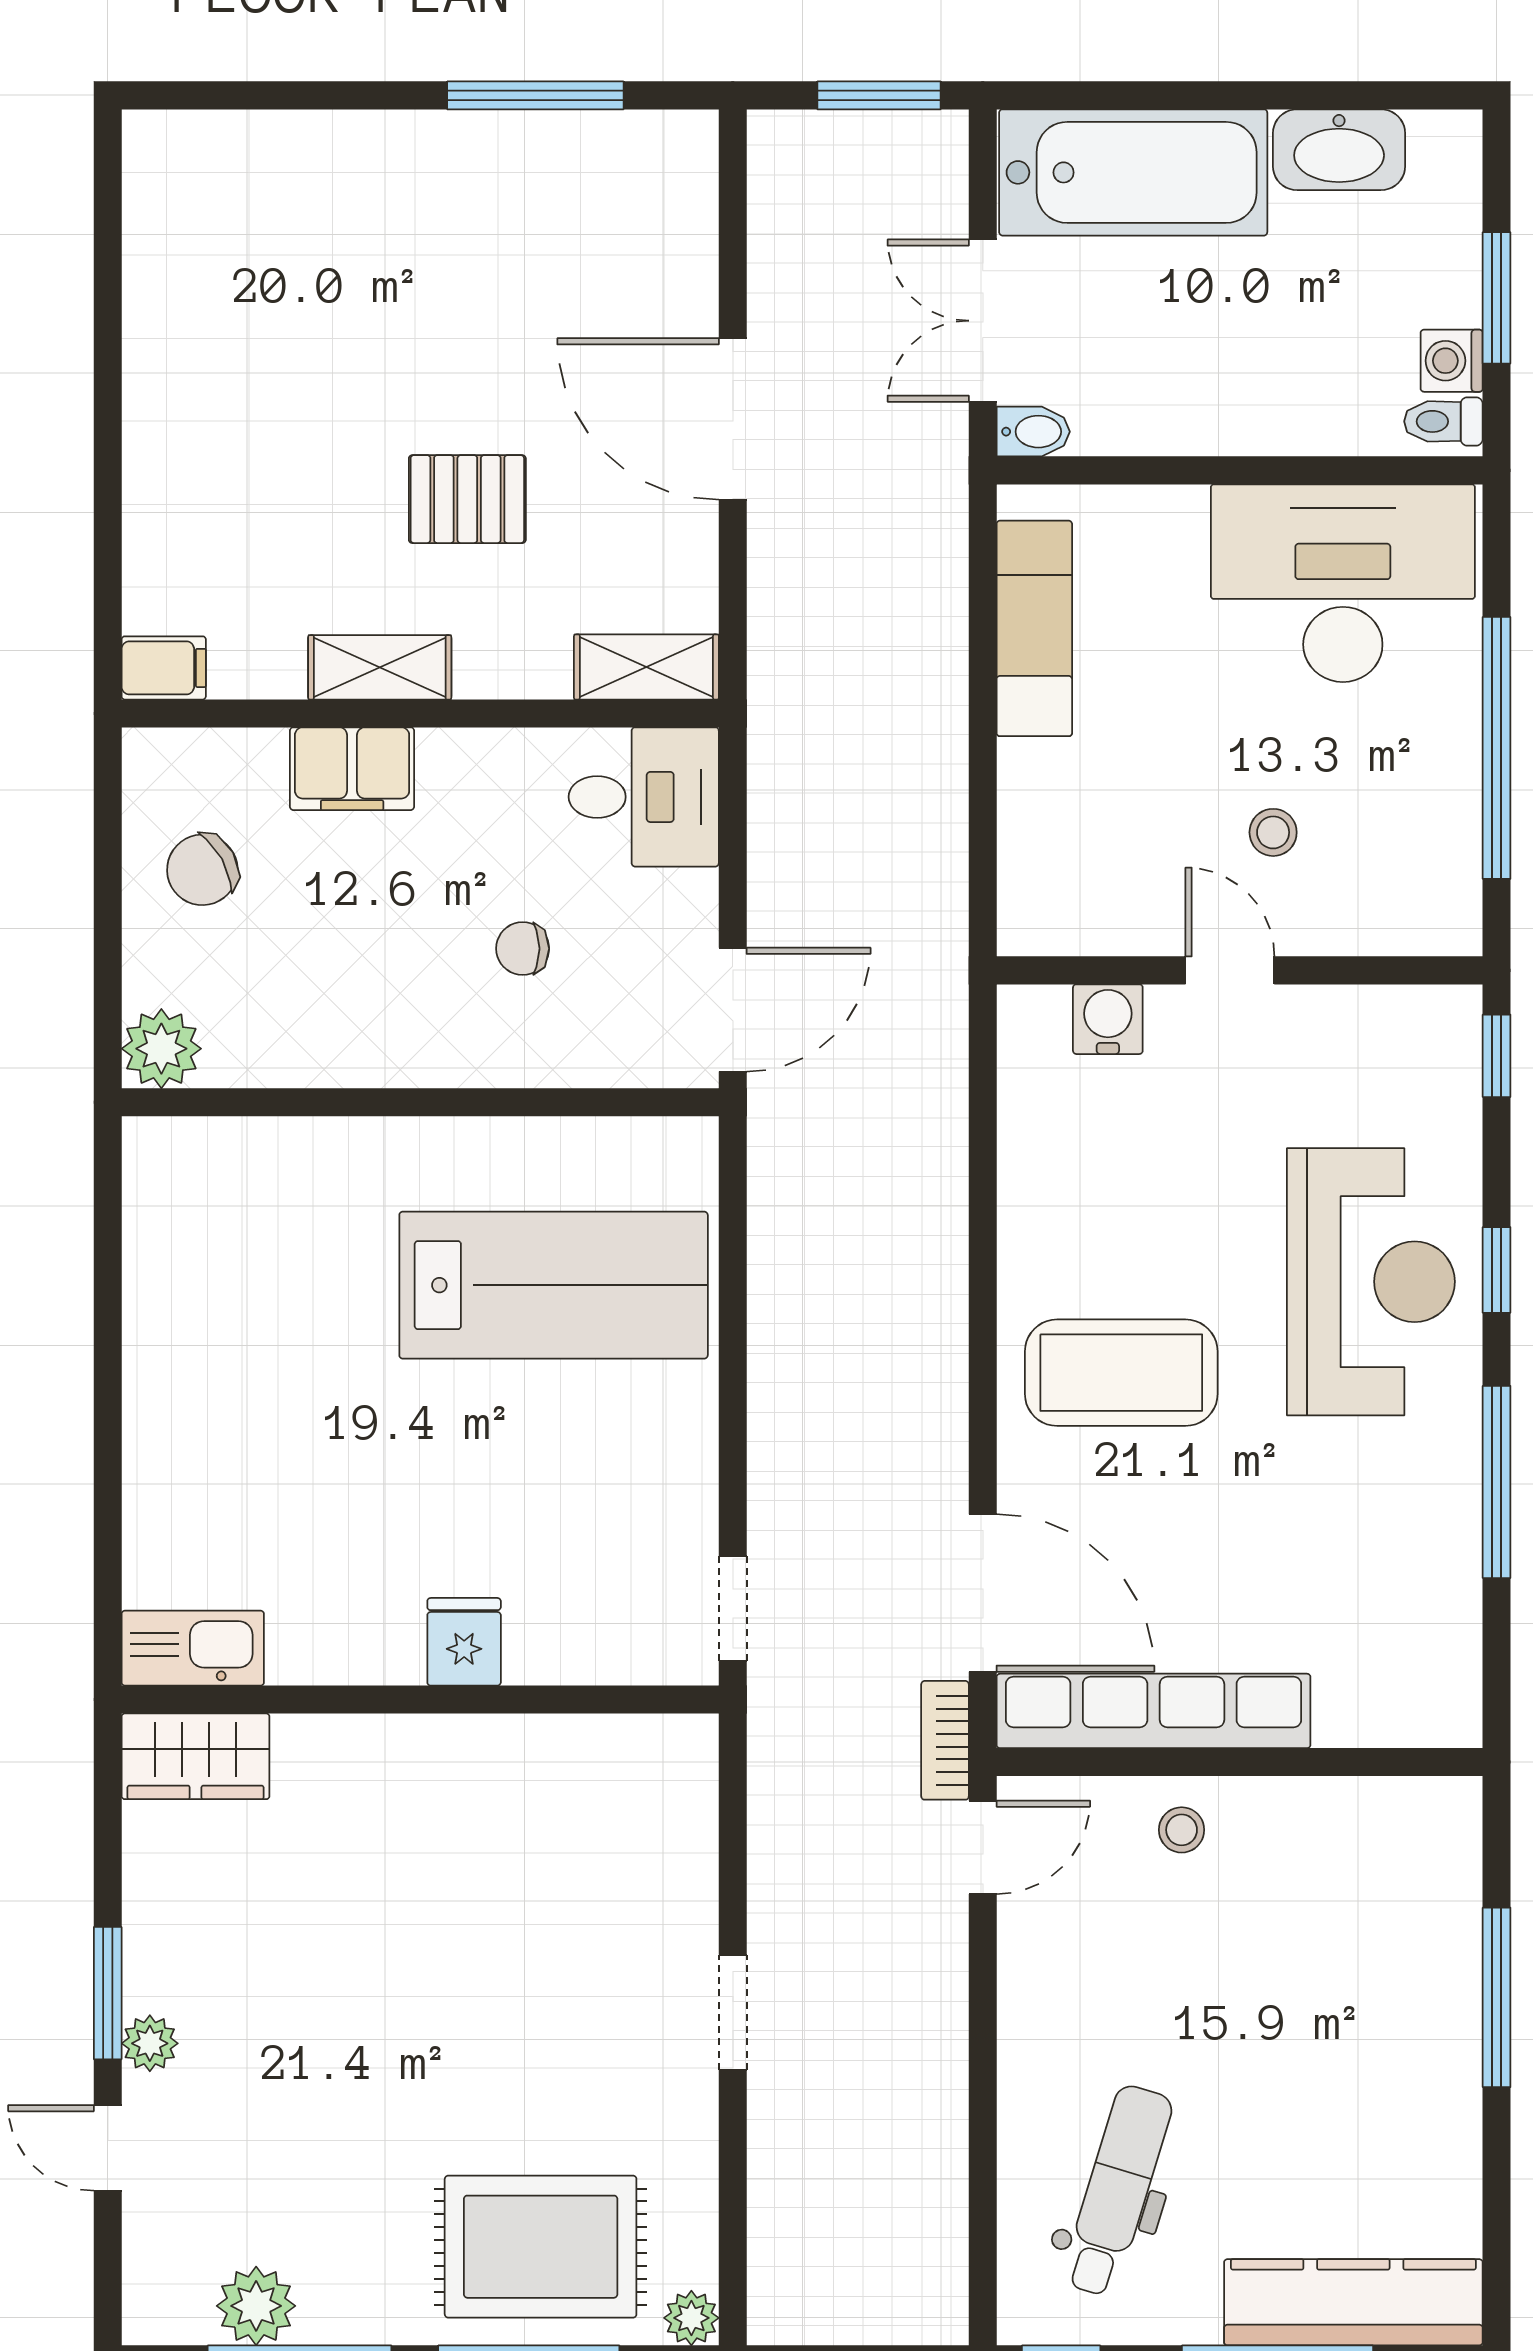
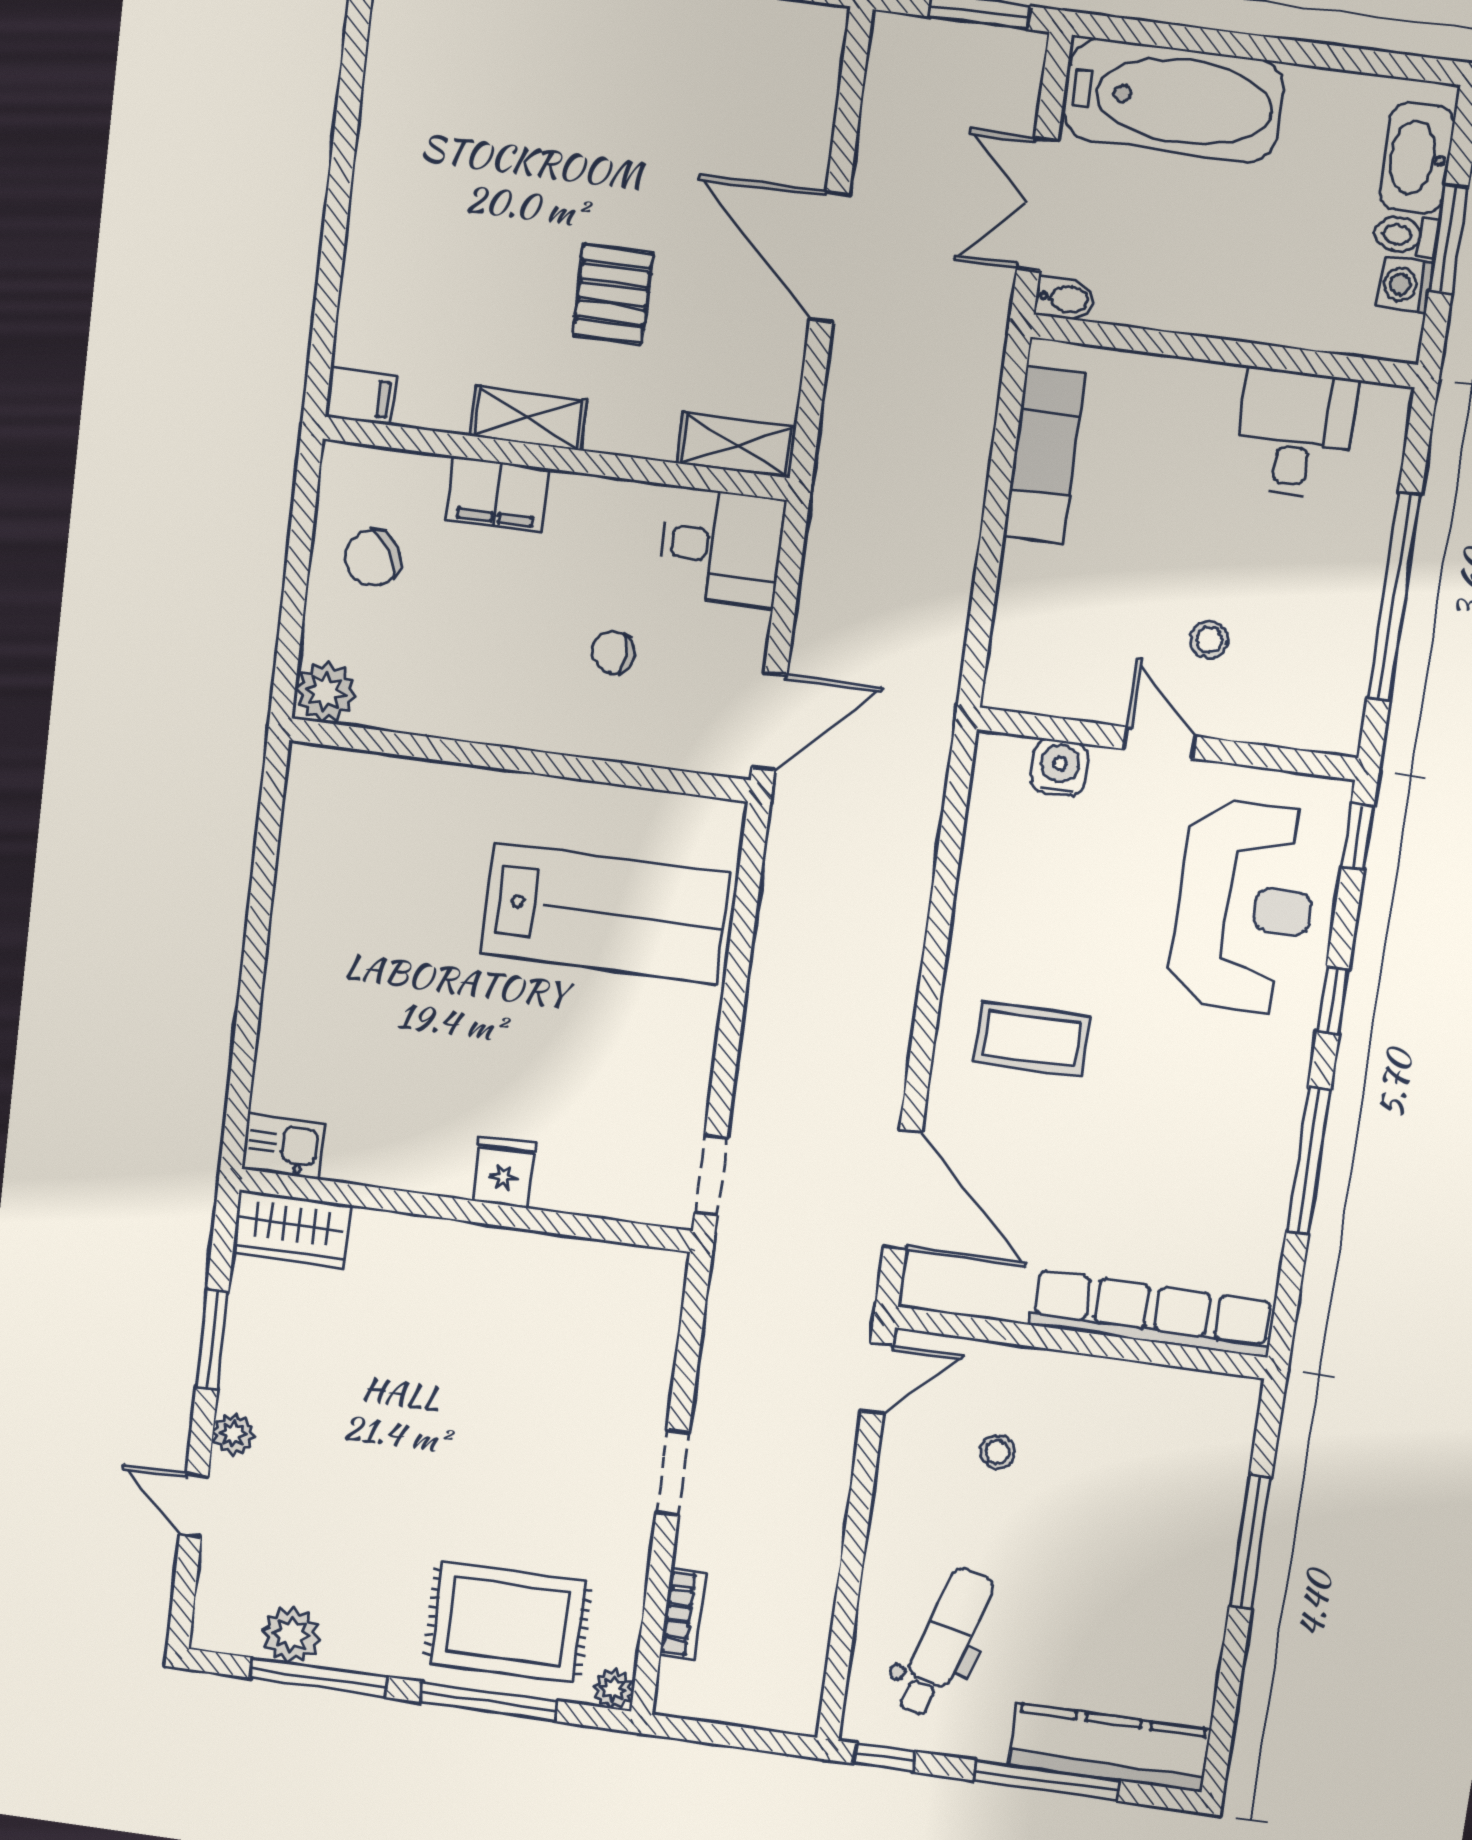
washbasin: (1339, 150) -> (1417, 158), moved, turned 90
toilet: (1443, 421) -> (1406, 235), moved
pallet: (467, 499) -> (613, 294), turned 90
desk: (1343, 583) -> (1295, 433), width x0.53, depth x0.77
reception desk: (1371, 1282) -> (1245, 907), moved
coffee table: (1121, 1373) -> (1032, 1039), width x0.73, depth x0.76
kitchen sink: (193, 1648) -> (284, 1146), width x0.73
row of seats: (1154, 1711) -> (1151, 1314), moved
bookcase: (945, 1740) -> (683, 1614), moved, turned 180
stool: (1182, 1830) -> (998, 1452), moved
window: (108, 1993) -> (212, 1340), moved

